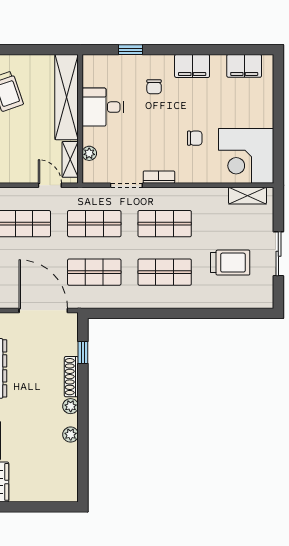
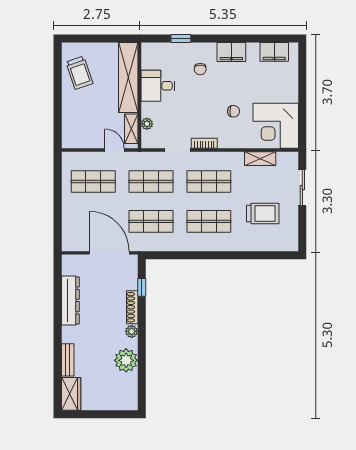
shelving: (248, 196) -> (260, 159), moved
sliding door: (278, 254) -> (302, 188), moved
plant: (71, 435) -> (126, 360), width x1.87, depth x1.87

